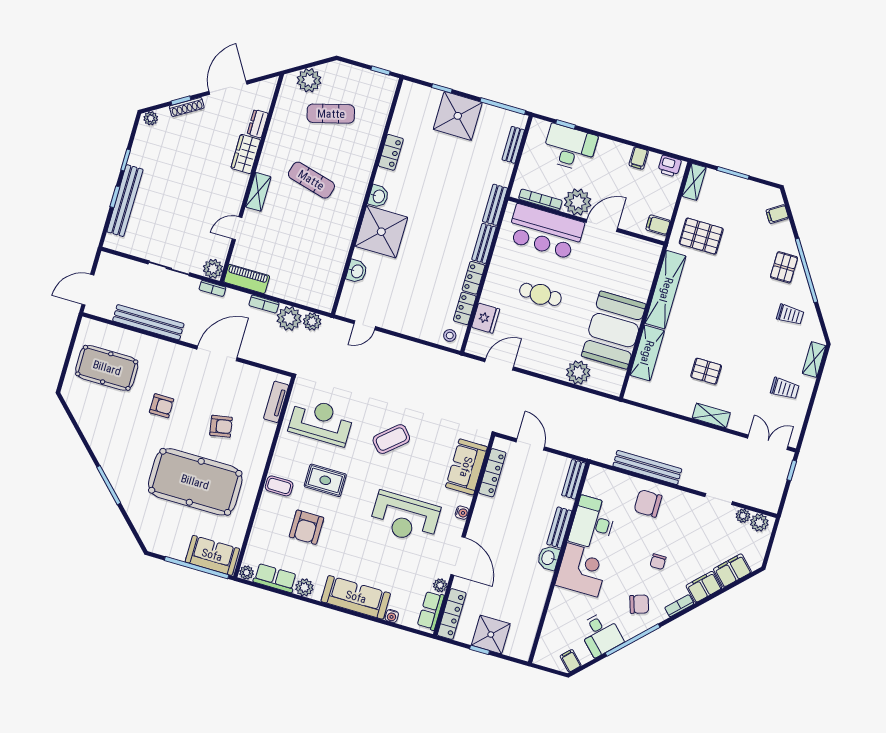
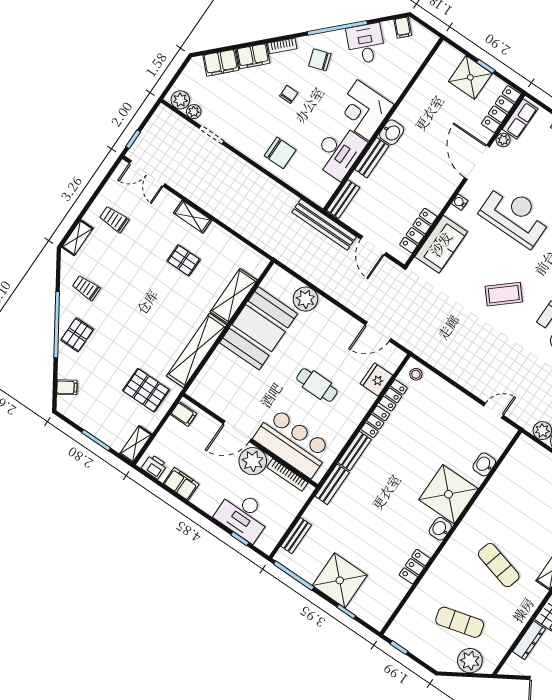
dresser: (258, 124) -> (529, 640), width x1.44
filing cabinet: (639, 158) -> (181, 484), width x2.00
bench: (647, 468) -> (324, 225), moved

